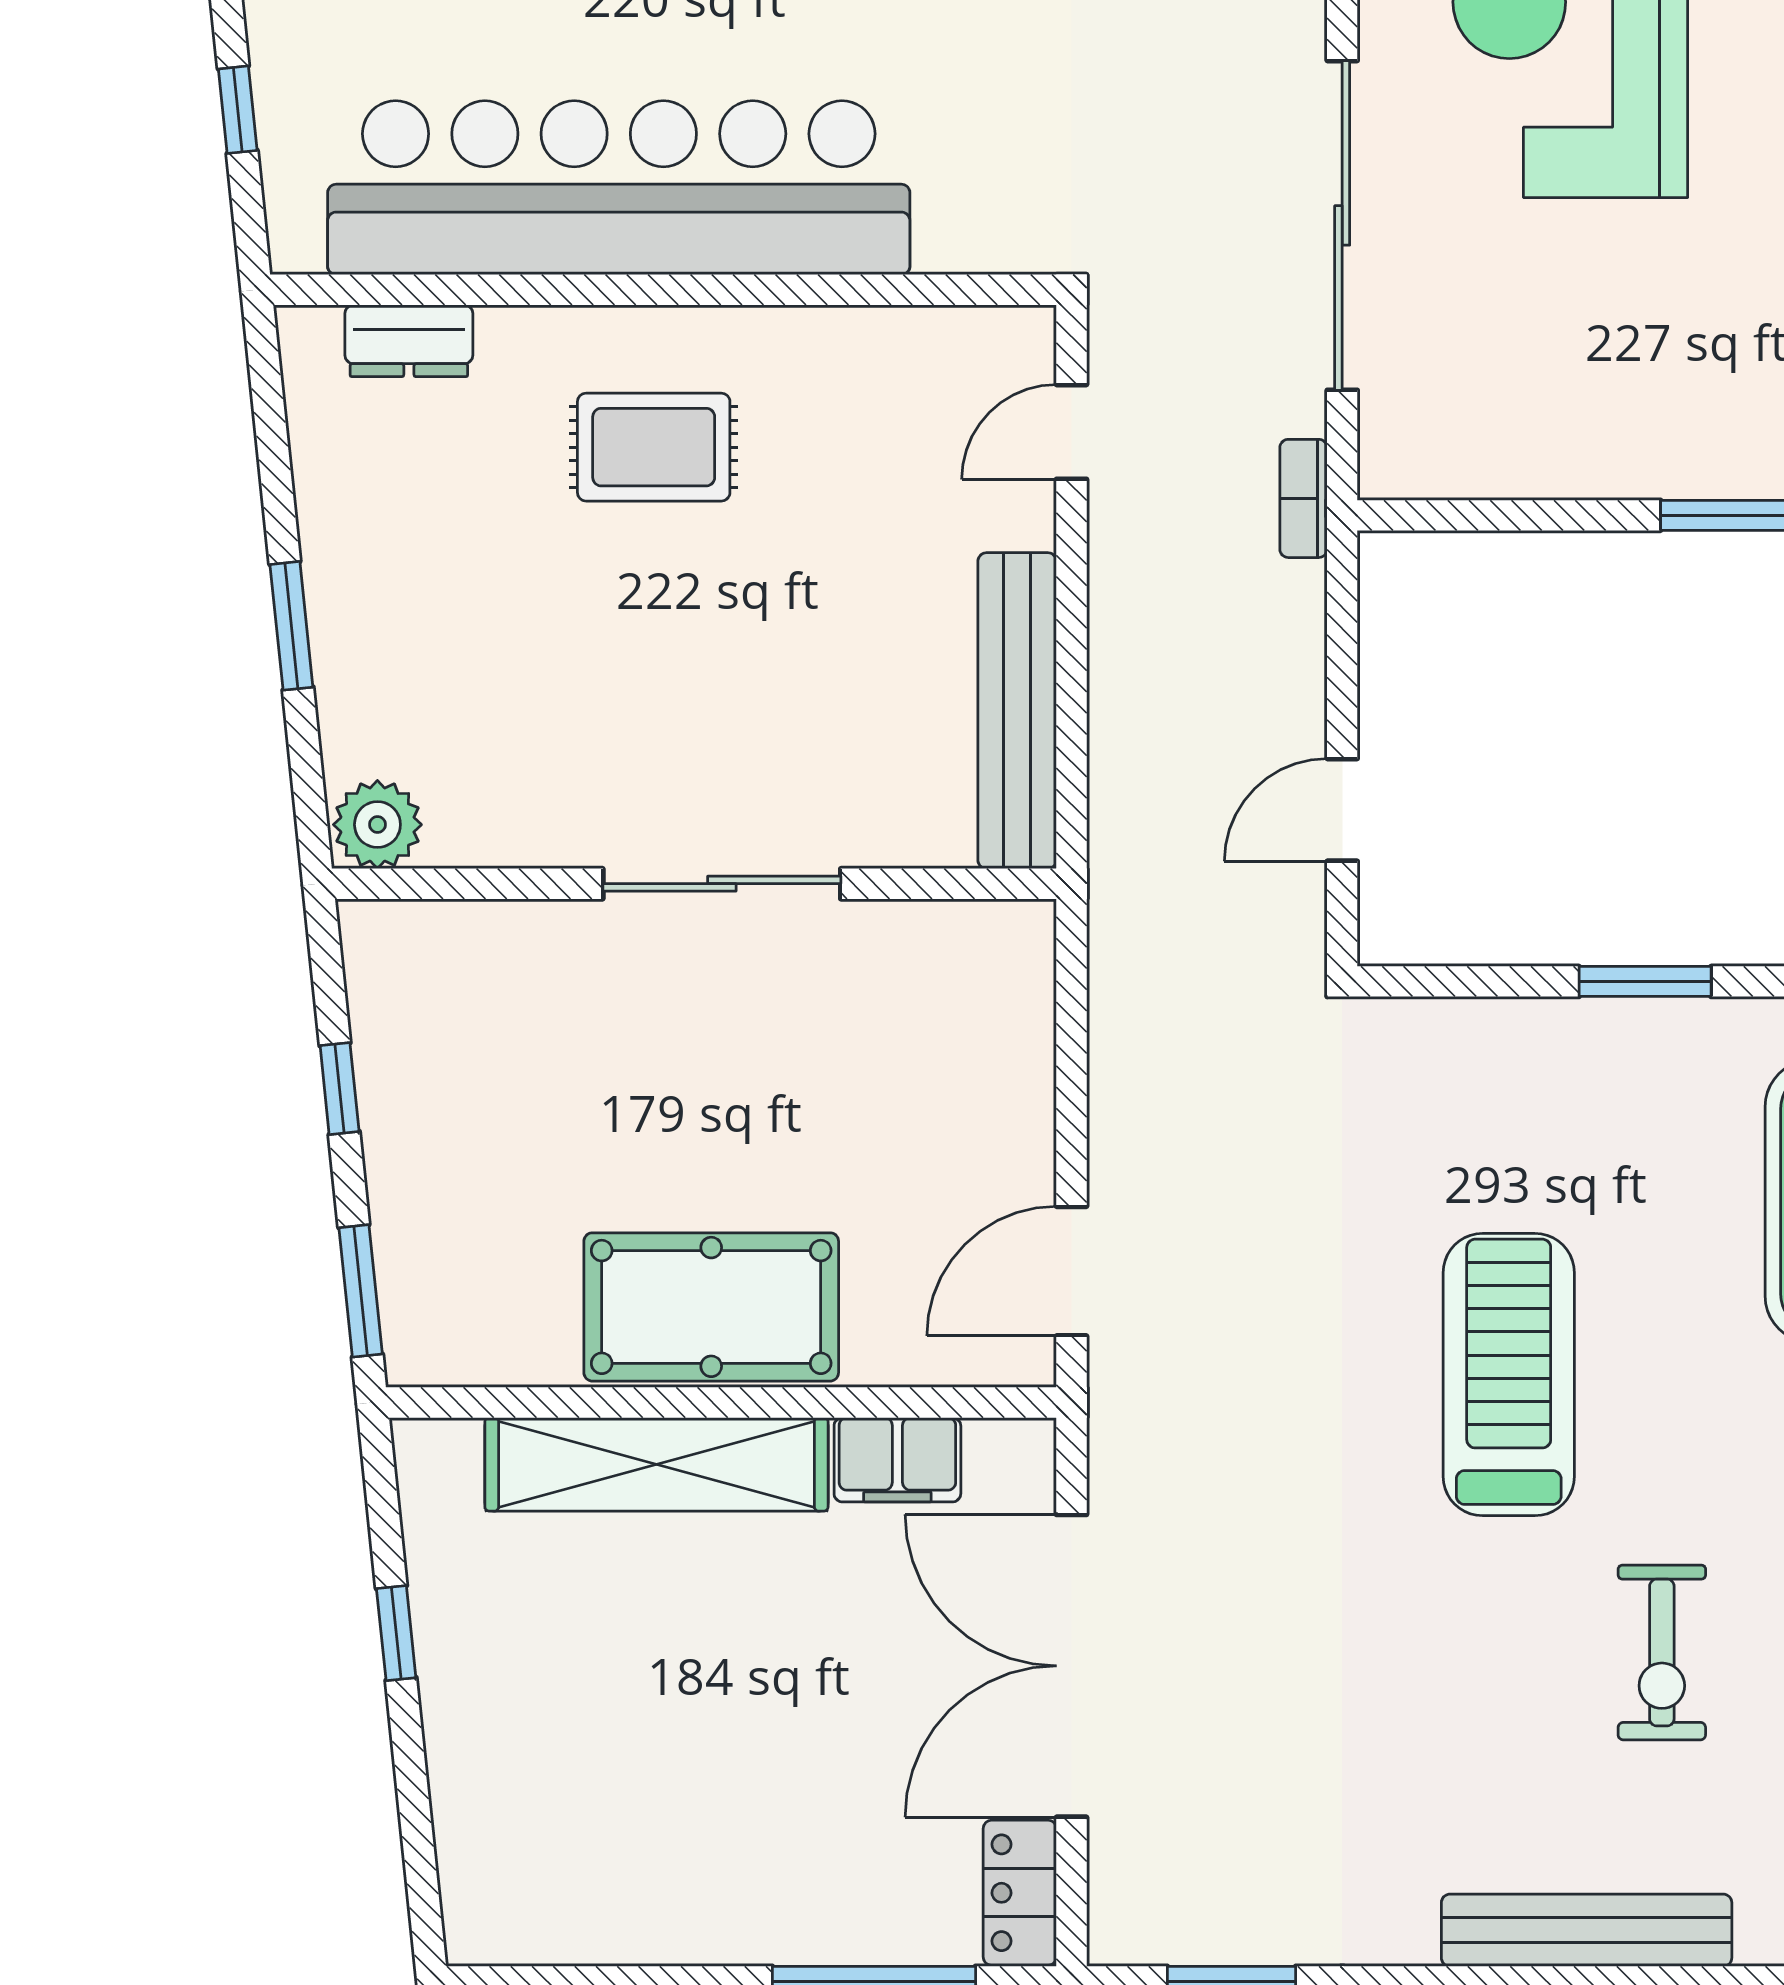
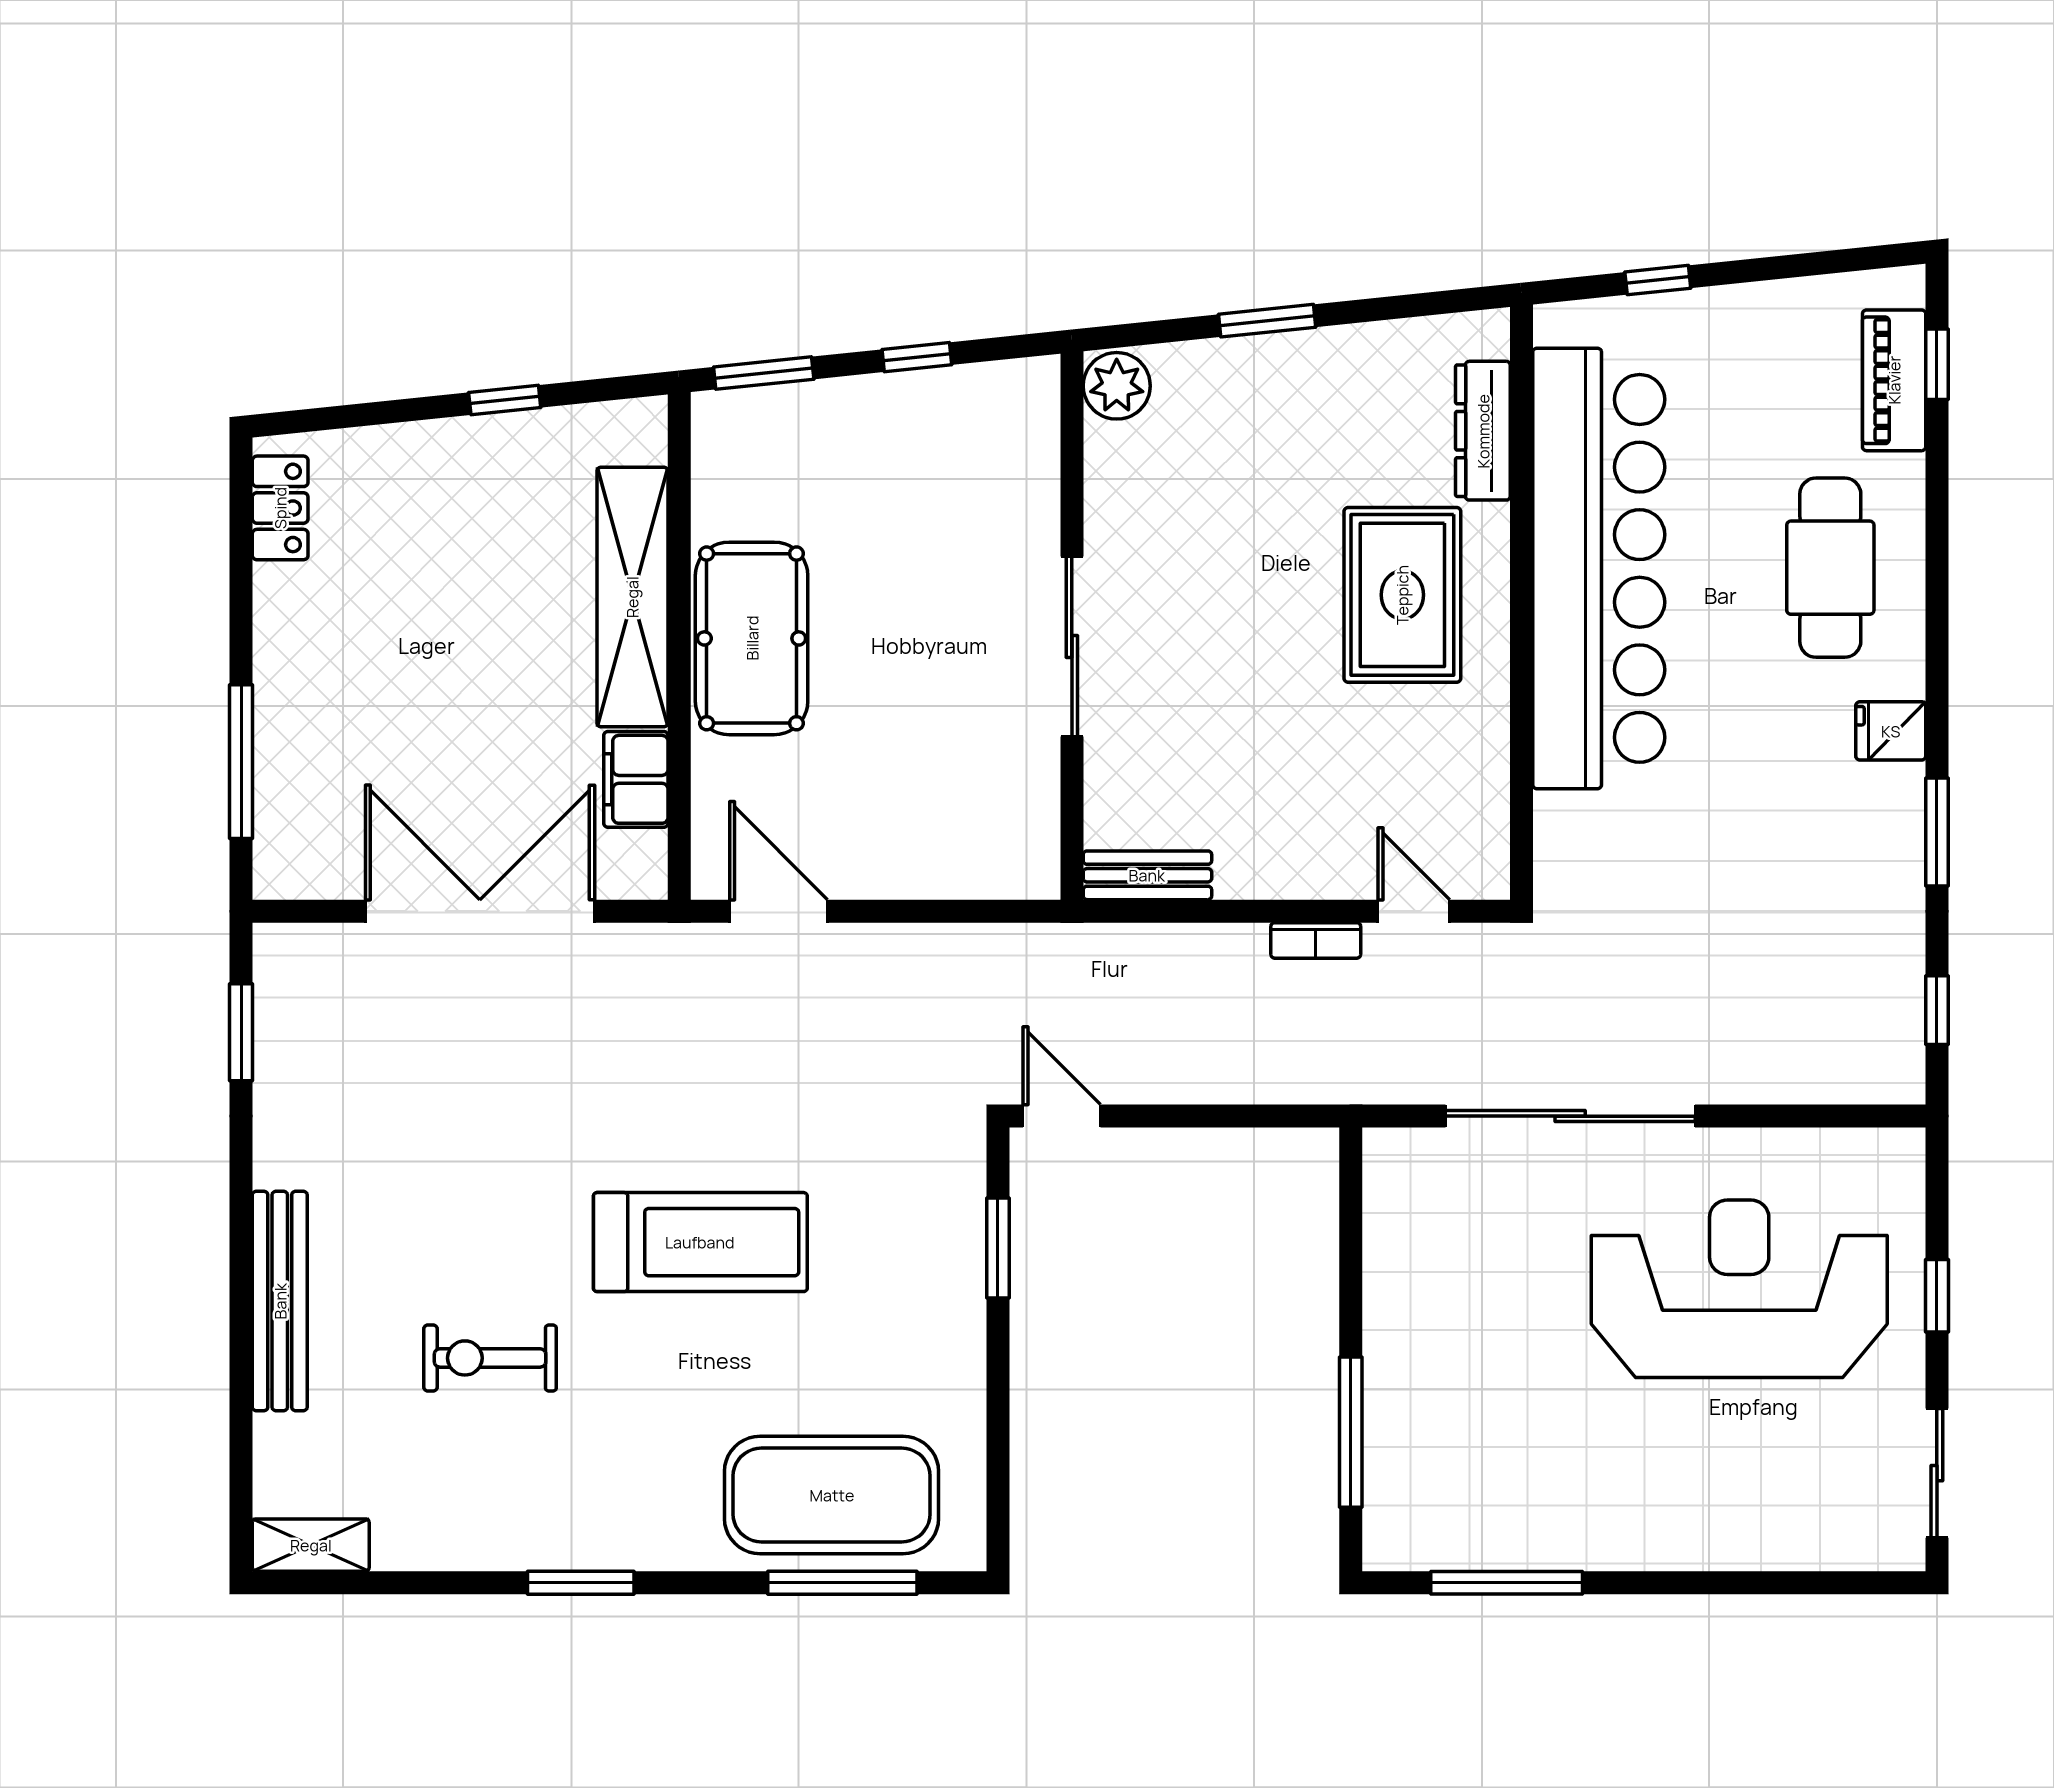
dresser: (409, 341) -> (1483, 431), width x1.44
rug: (654, 447) -> (1402, 595), width x1.36, depth x1.43
bookcase: (1303, 498) -> (1316, 940), moved, turned 180
bench: (1017, 711) -> (1147, 875), width x0.54, depth x0.82
door: (1342, 810) -> (1062, 1116), moved
window: (1645, 981) -> (998, 1248), moved
locker: (1020, 1893) -> (280, 508), moved, turned 90

